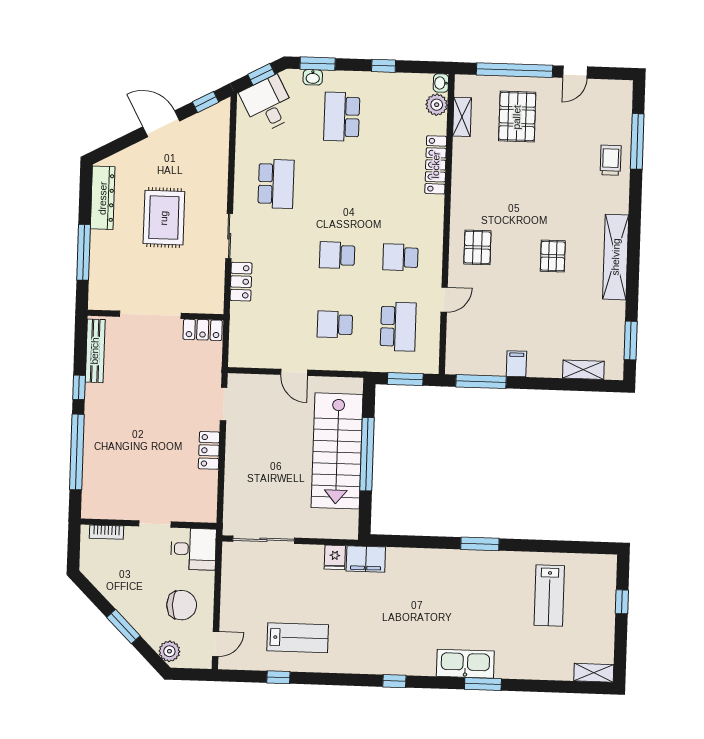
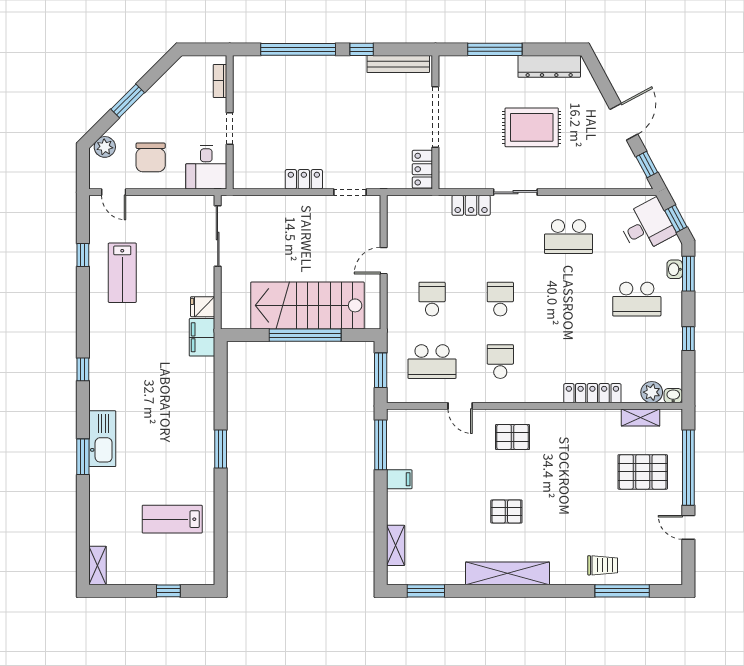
school desk: (342, 117) -> (637, 299), turned 180

